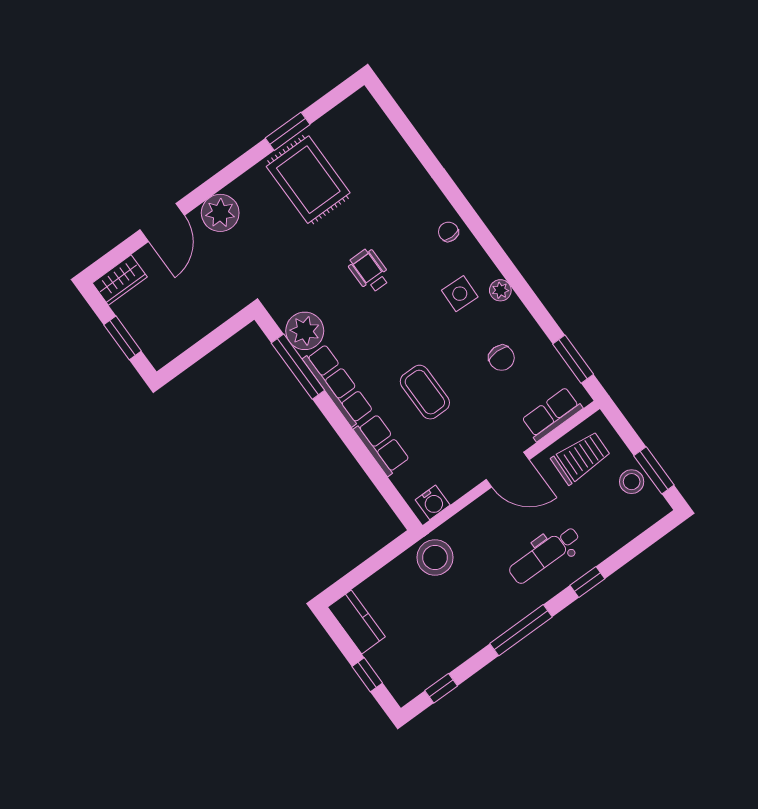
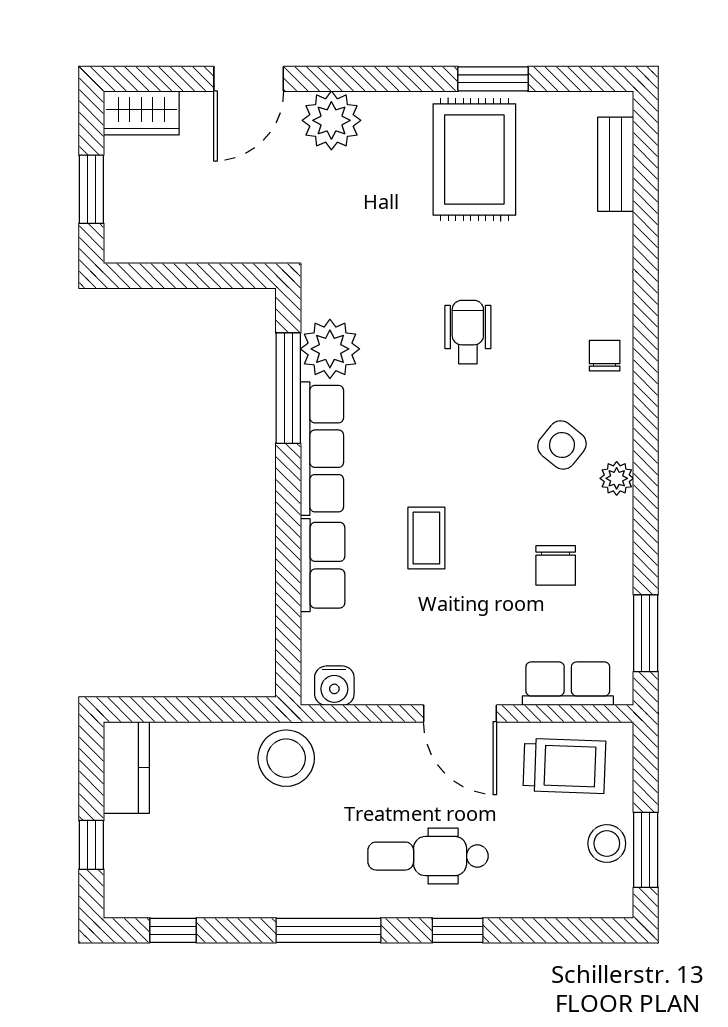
bench: (383, 129) -> (616, 164), added
side table: (460, 294) -> (562, 445), turned 37
coffee table: (425, 392) -> (426, 538), width x0.73, depth x0.77

